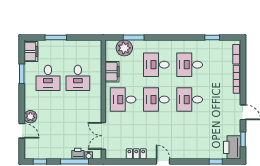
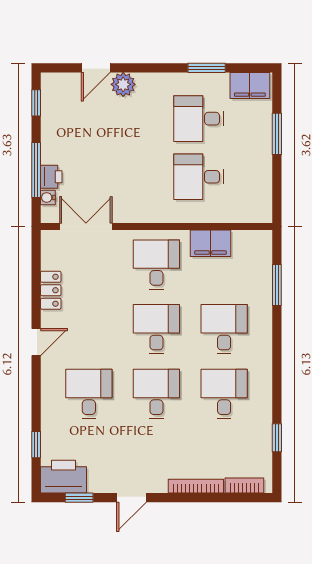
plant: (124, 48) -> (257, 267), removed
desk: (190, 134) -> (89, 394), added

